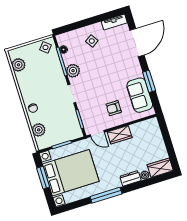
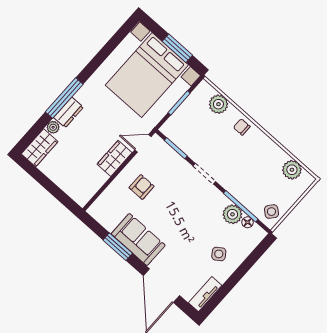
plant: (73, 71) -> (232, 214), moved
sofa: (140, 95) -> (138, 240), moved
window: (106, 195) -> (64, 98), moved

